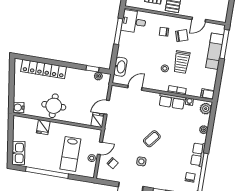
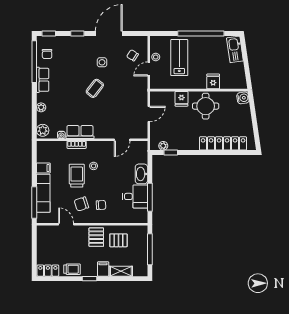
door: (199, 20) -> (66, 224), hinge flipped
desk: (134, 22) -> (135, 196), moved
washbasin: (120, 67) -> (141, 174), moved
filing cabinet: (208, 94) -> (43, 168), moved
fridge: (98, 120) -> (181, 99), moved

